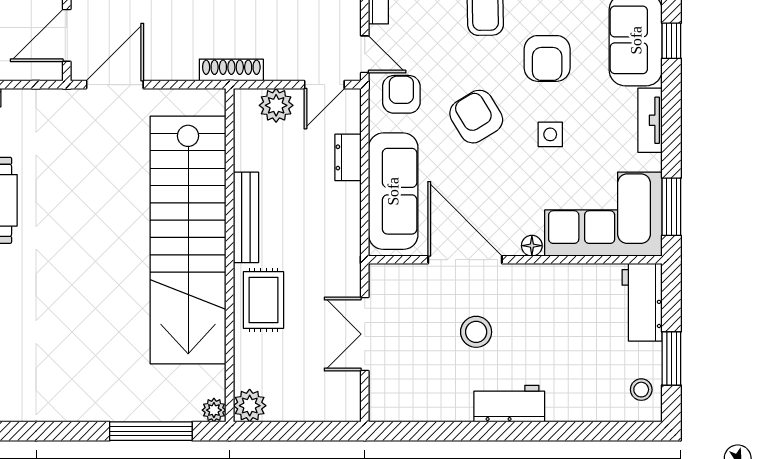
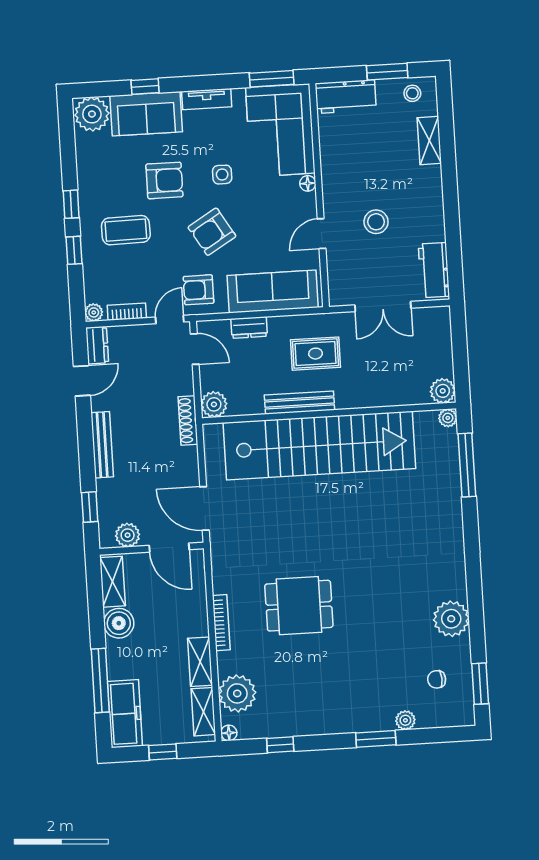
plant: (276, 105) -> (214, 404), moved
door: (465, 260) -> (322, 234), width x0.53
rug: (263, 300) -> (316, 354), moved
workbench: (509, 404) -> (434, 270), moved
shelving: (578, 408) -> (429, 141), added

